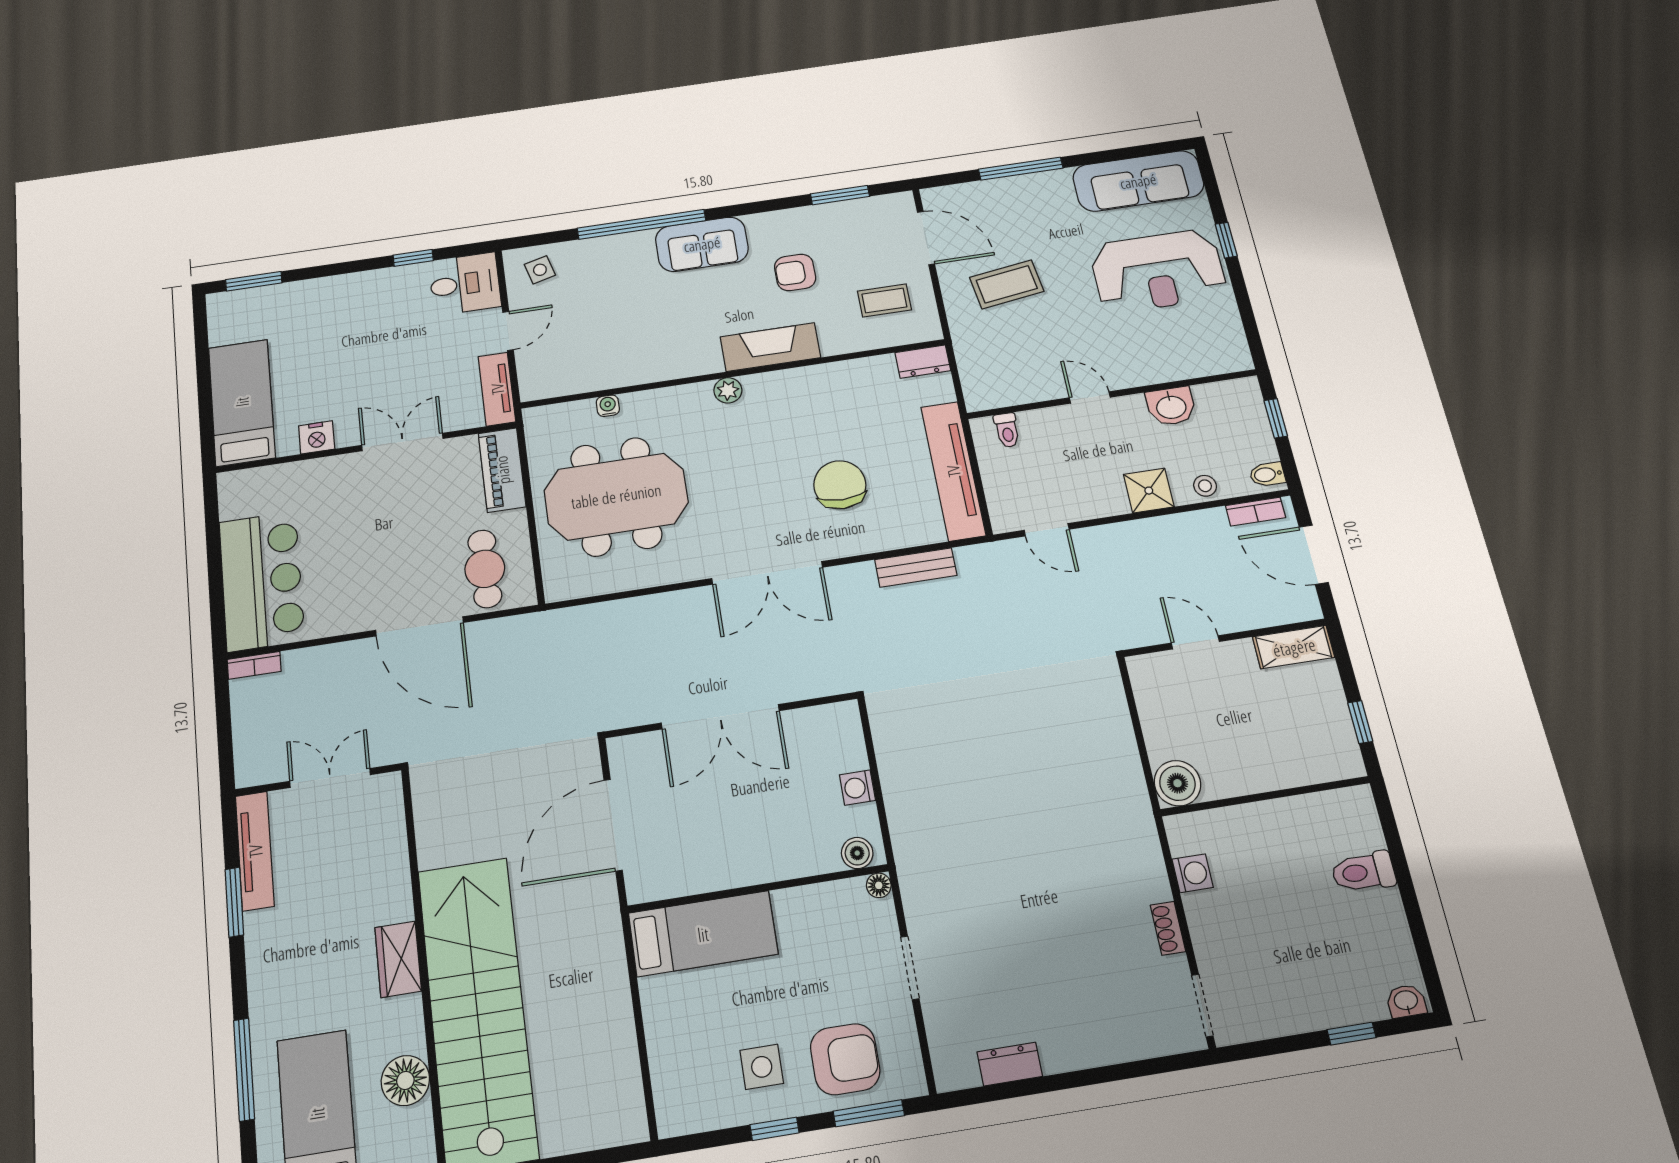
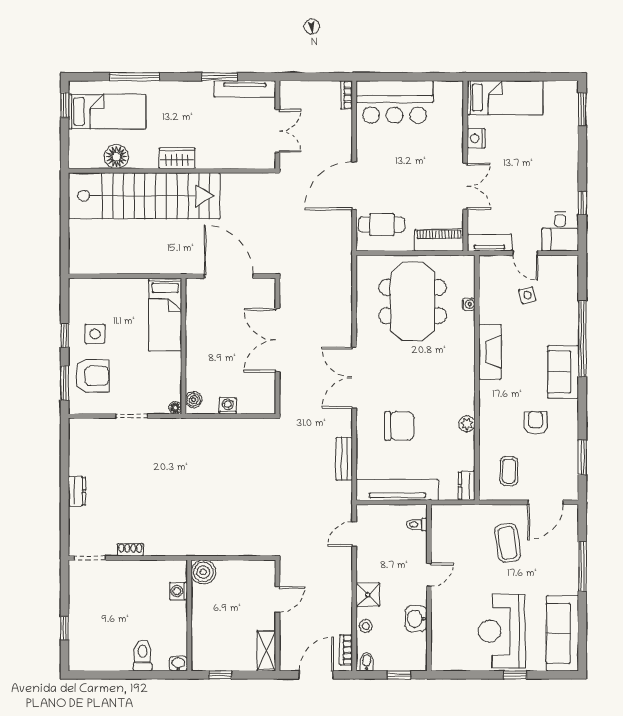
side table: (540, 270) -> (527, 295), moved
fireplace: (770, 347) -> (490, 352), moved
plant: (728, 390) -> (467, 424), moved
washing machine: (1193, 873) -> (179, 591), moved, turned 90
washbasin: (1406, 1001) -> (178, 664), moved, turned -90
armchair: (845, 1059) -> (92, 376), turned -90
dresser: (1010, 1064) -> (77, 491), moved

